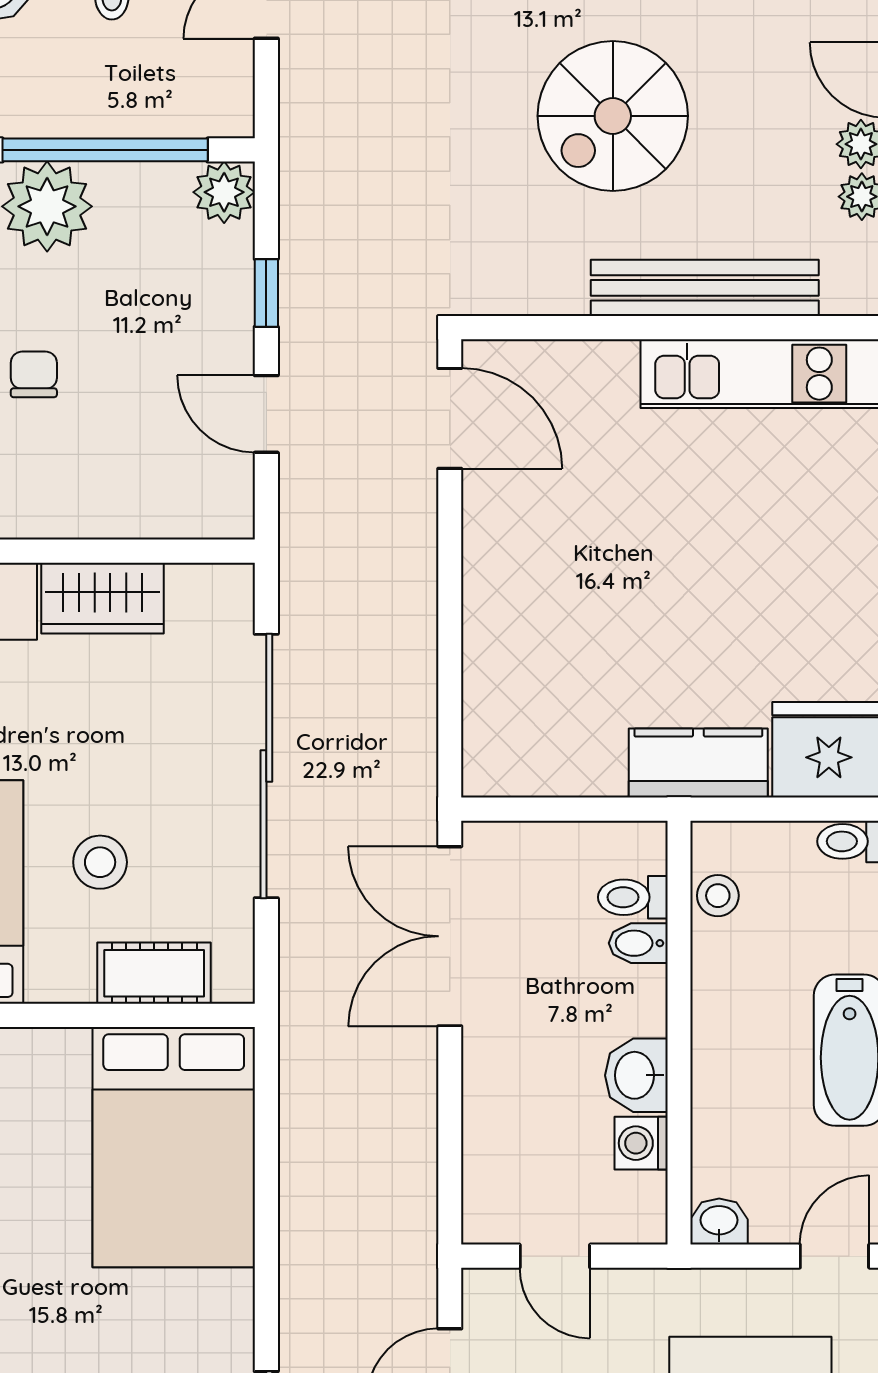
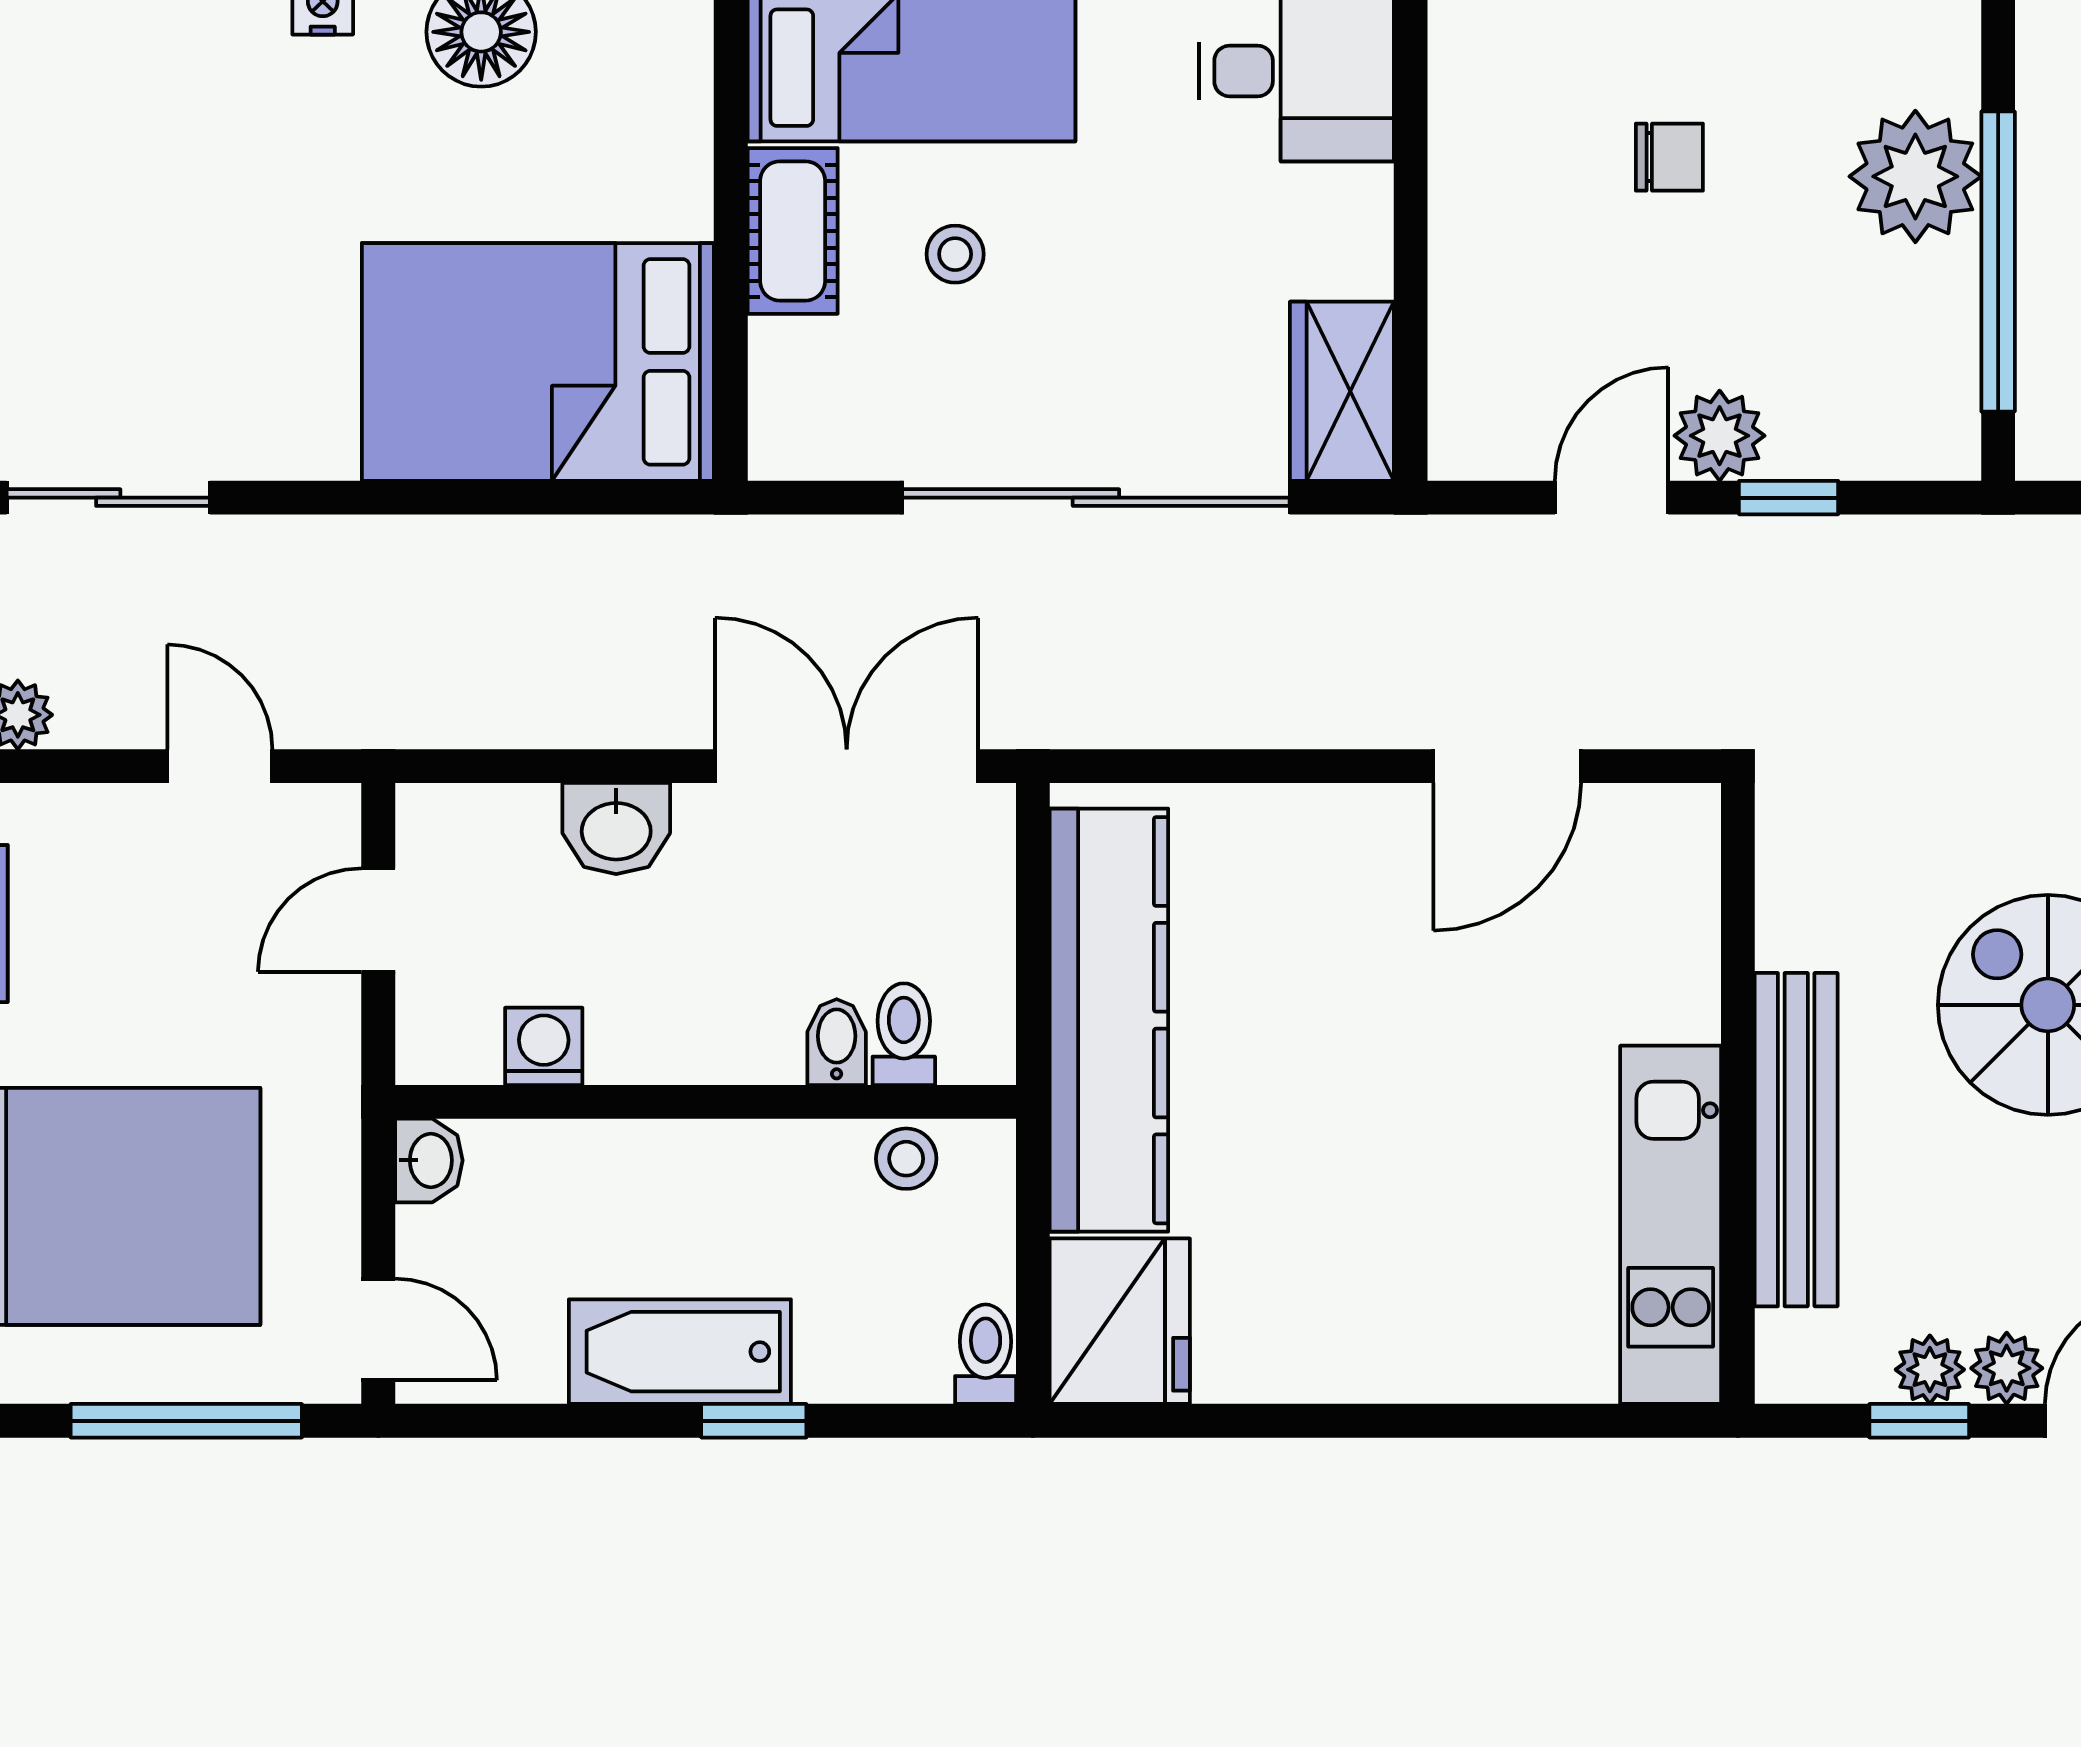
plant: (224, 192) -> (1720, 436), moved
door: (450, 418) -> (1507, 766), moved
wardrobe: (103, 598) -> (1342, 391), moved
kitchen counter: (698, 763) -> (1109, 1020), width x2.08, depth x1.17
stool: (100, 862) -> (955, 254), width x0.73, depth x0.73
cot: (154, 973) -> (793, 231), moved
washbasin: (636, 1075) -> (616, 829), moved, turned 180

